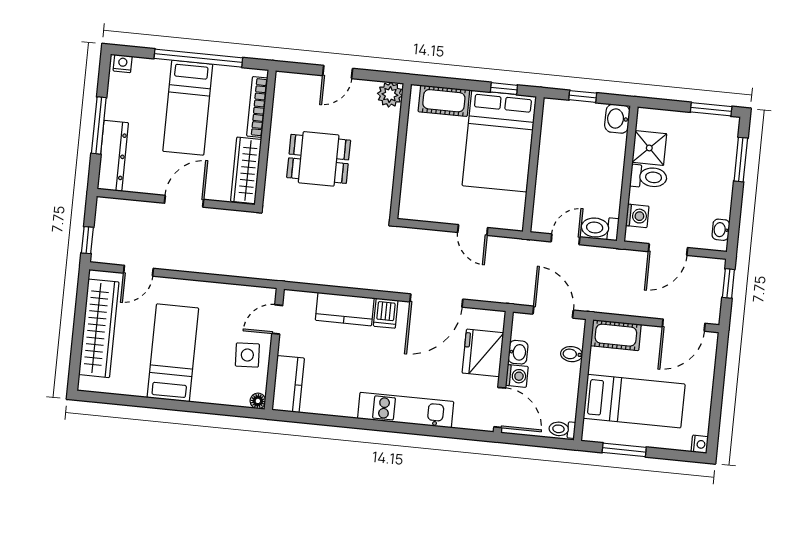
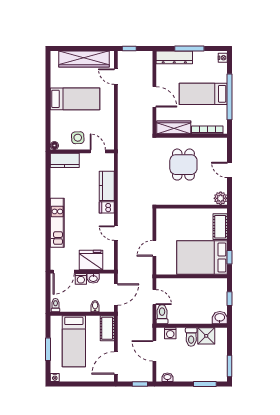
door: (436, 300) -> (116, 233), width x0.53
door: (684, 325) -> (116, 363), hinge flipped
window: (624, 450) -> (48, 349), moved

